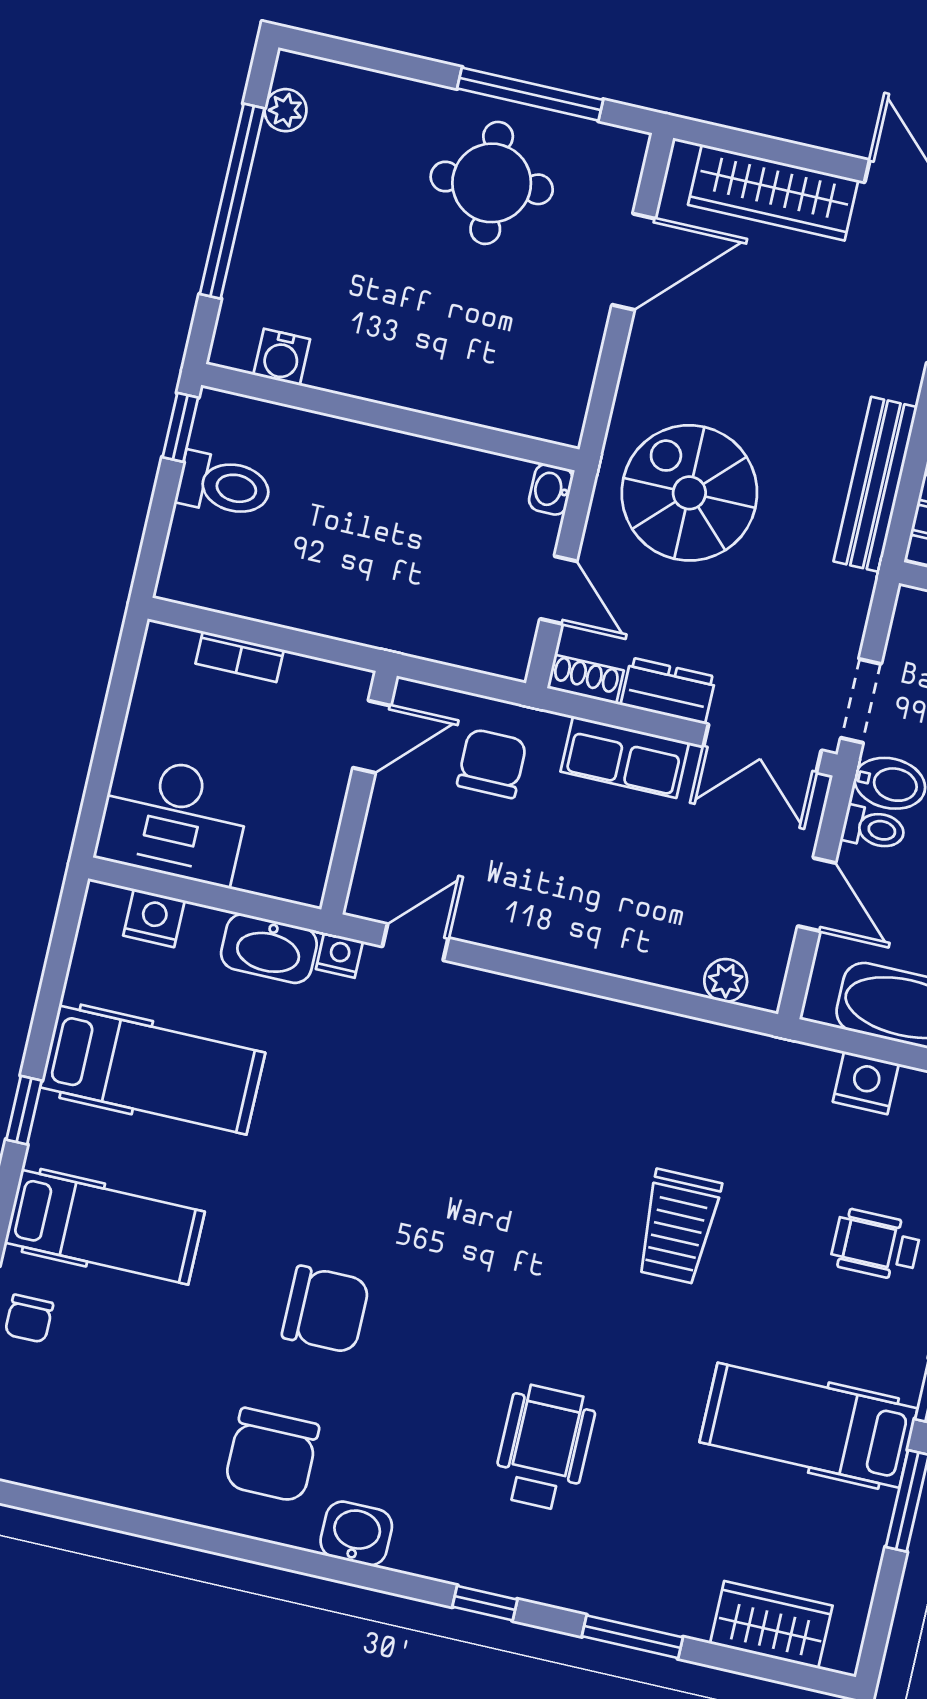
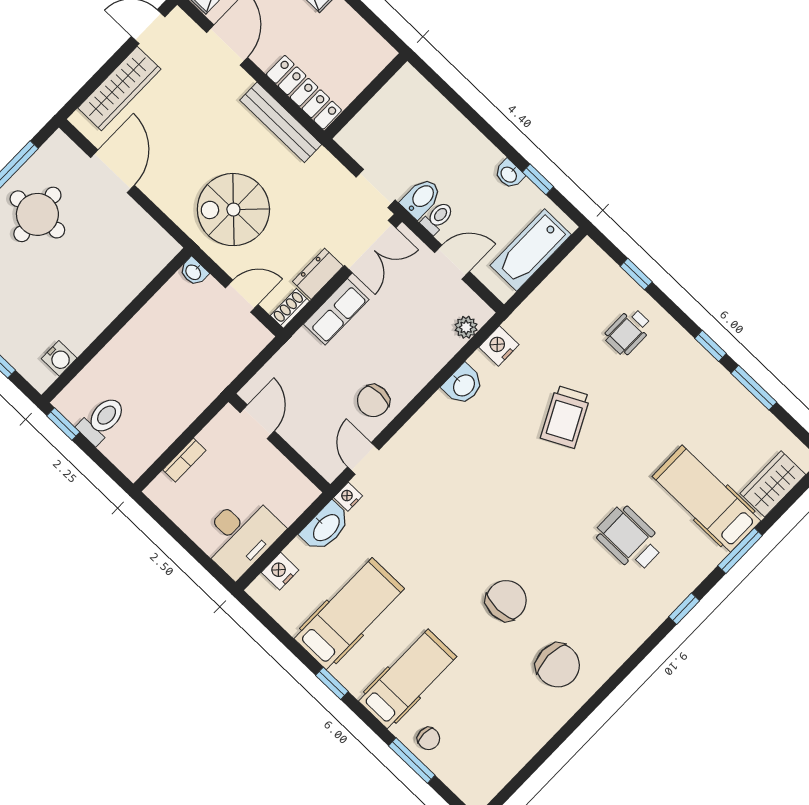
chair: (492, 763) -> (373, 401), moved, turned -90
nightstand: (866, 1083) -> (499, 346), moved
trolley: (678, 1227) -> (565, 417), turned 63
hospital bed: (808, 1425) -> (706, 499), moved, turned 90
washbasin: (356, 1533) -> (463, 385), moved, turned 180

